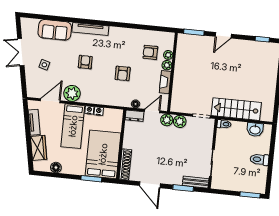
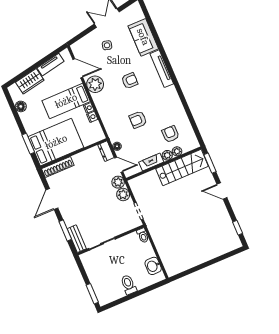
stairs: (236, 109) -> (182, 168), moved, turned 90

